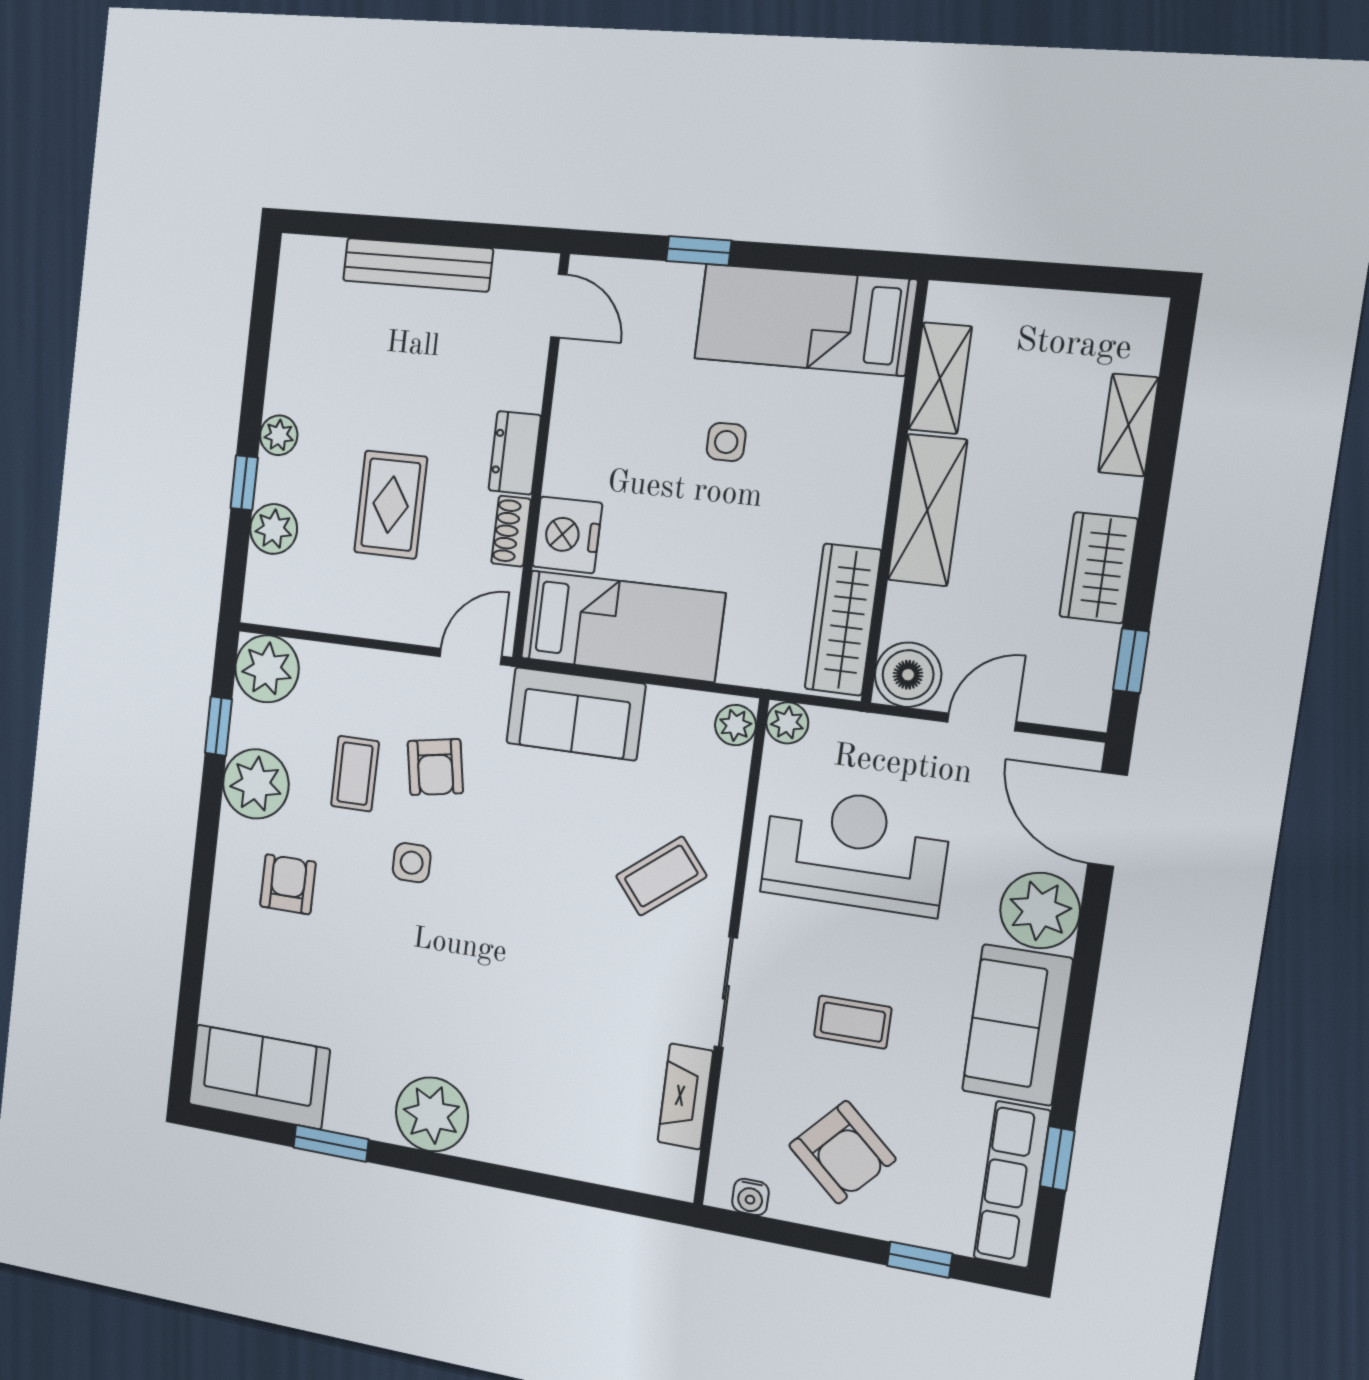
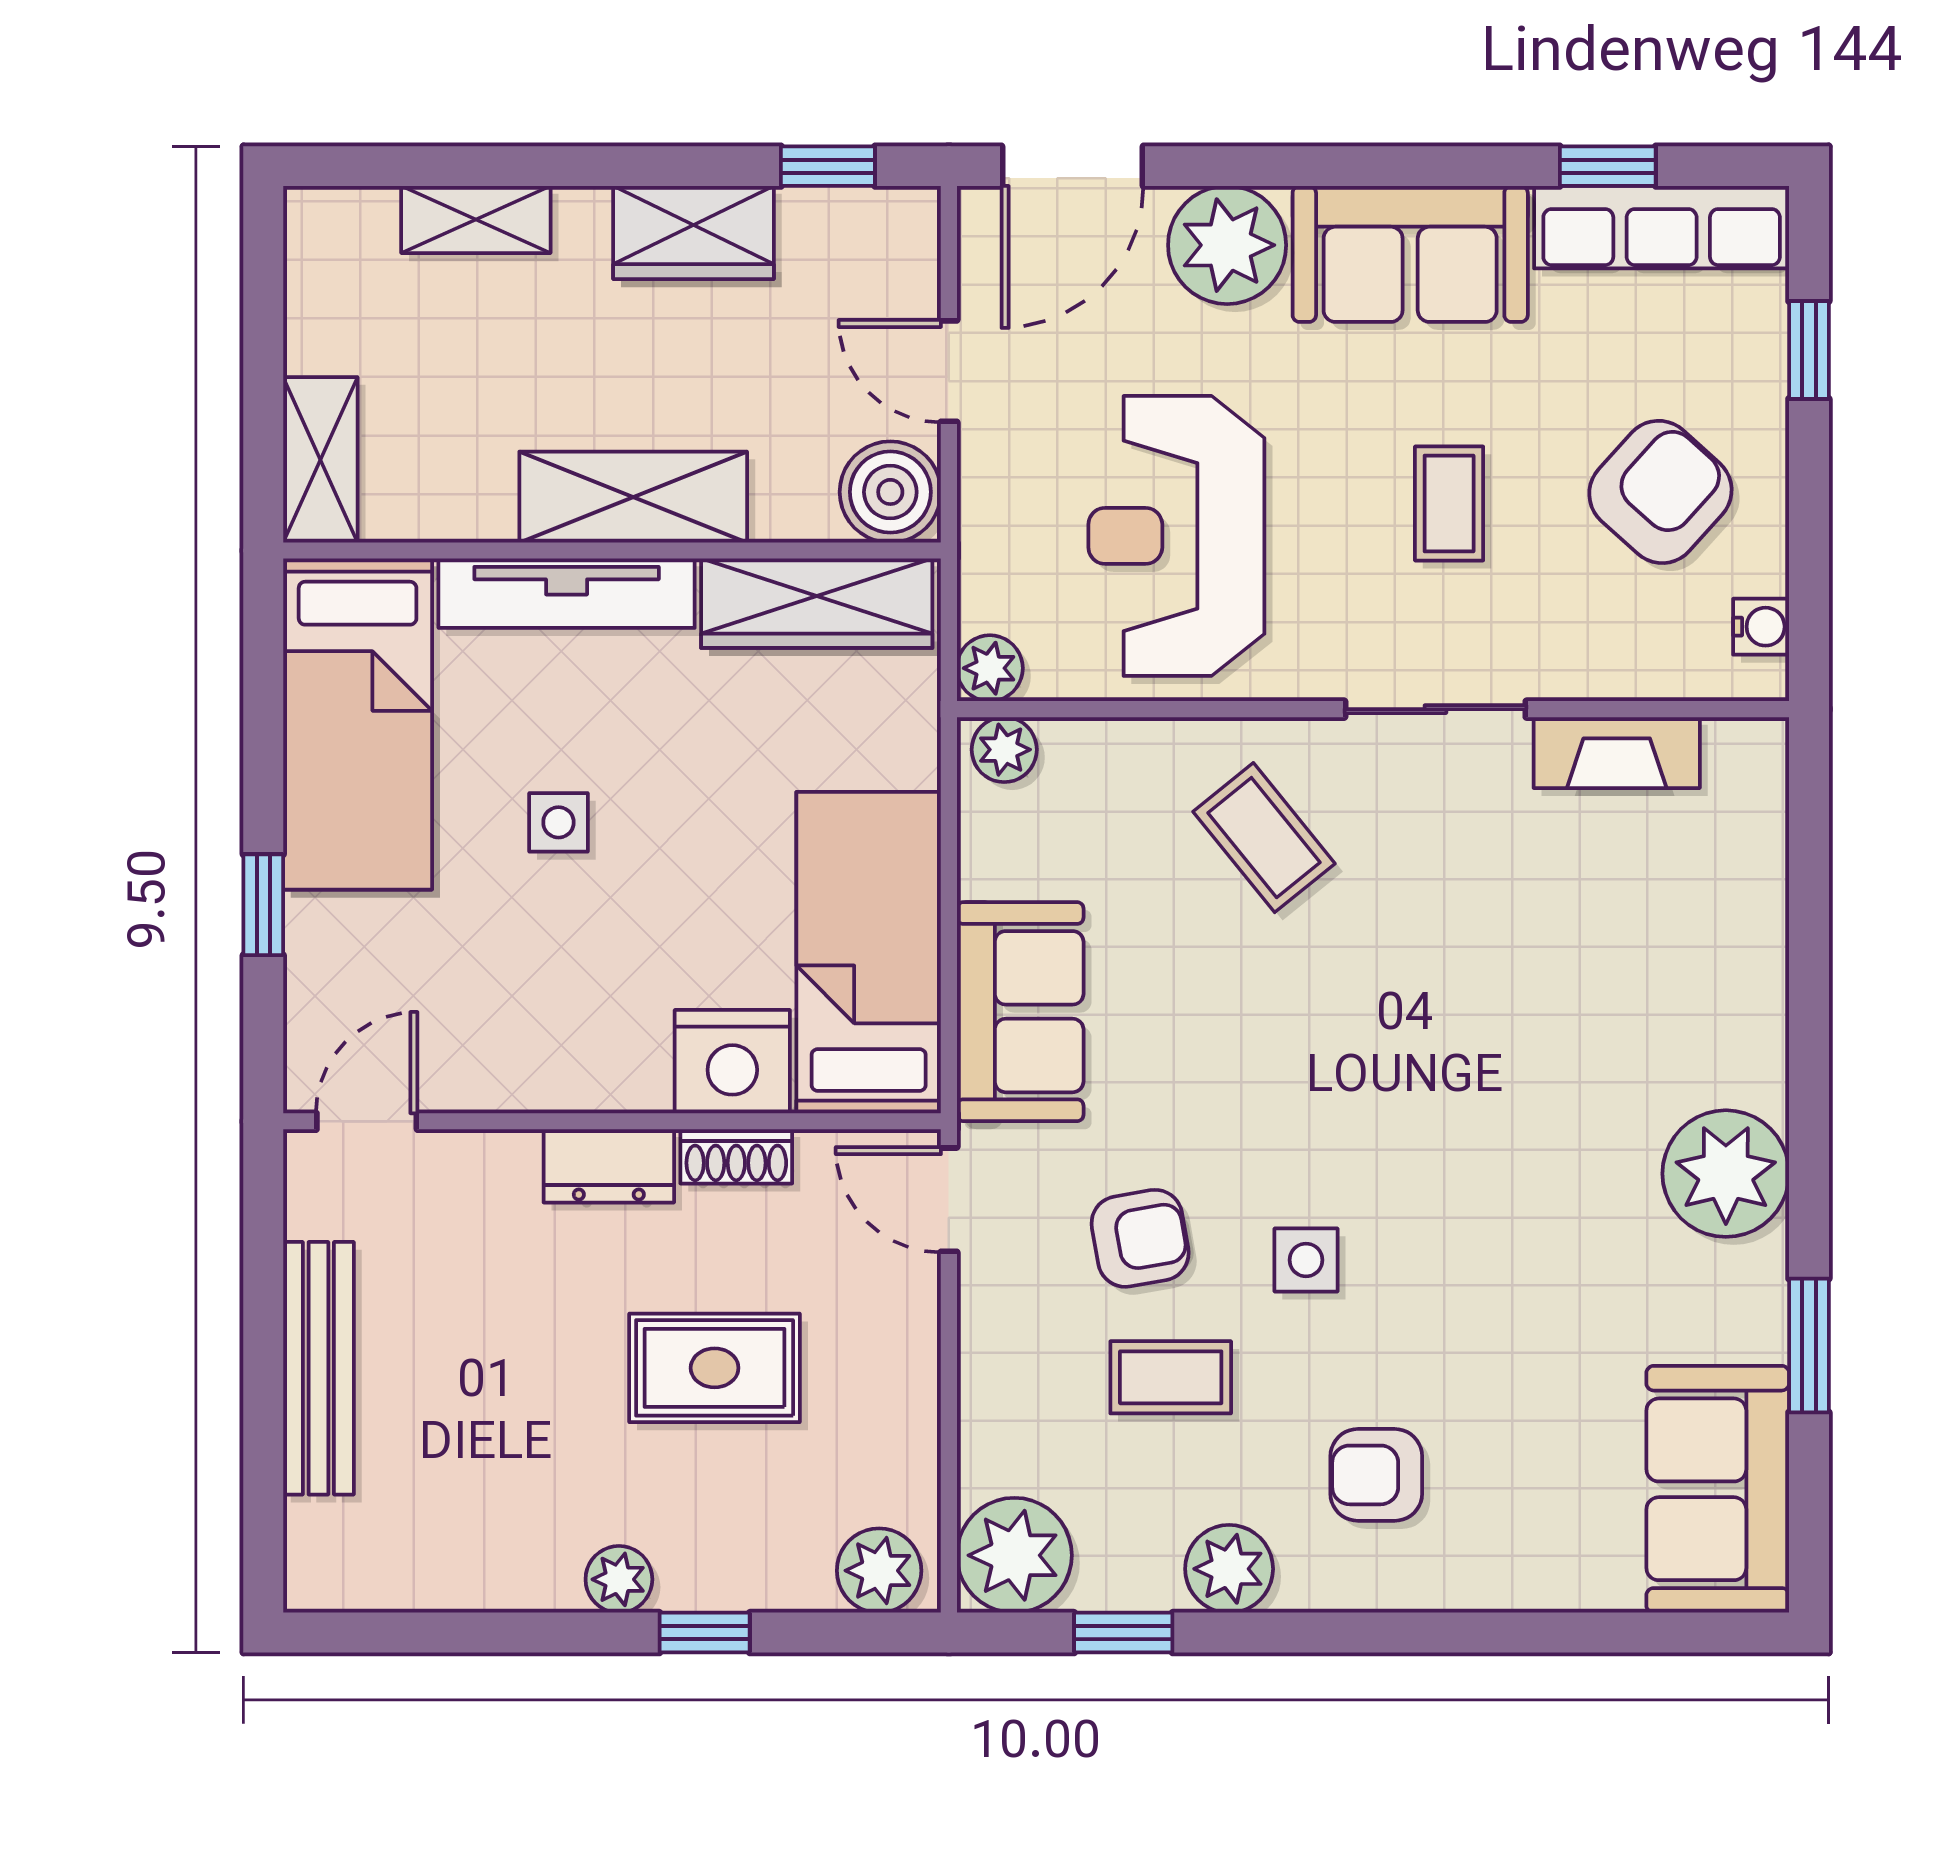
shelving: (940, 378) -> (320, 460), moved, turned 90
tv unit: (871, 461) -> (567, 593), added
plant: (274, 529) -> (879, 1571), moved
plant: (256, 784) -> (1229, 1569), width x0.73, depth x0.73

